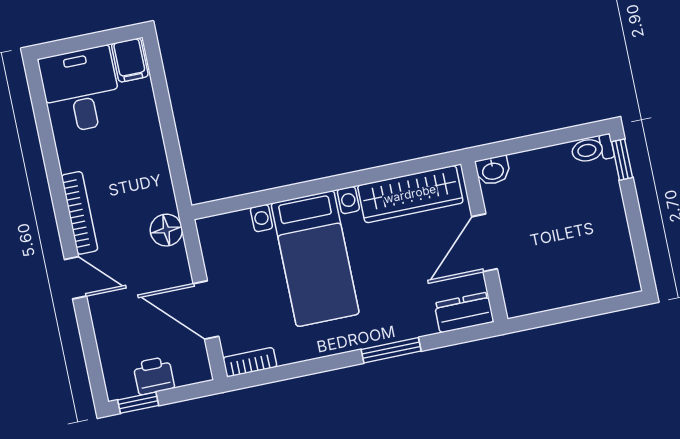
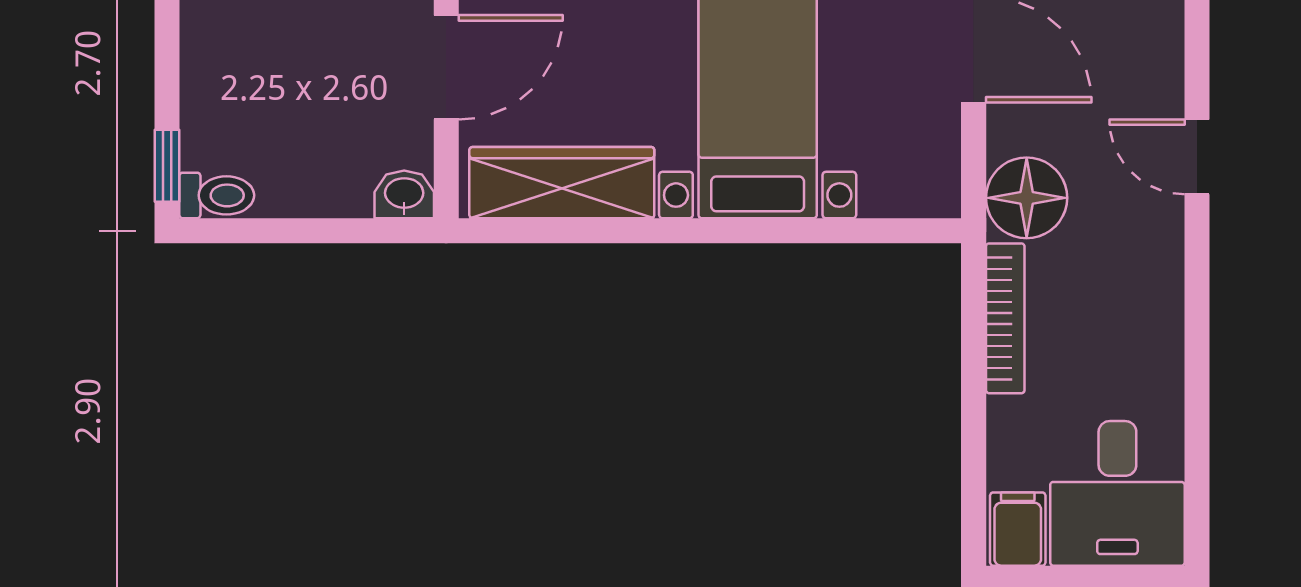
bookcase: (80, 213) -> (1005, 318), moved, turned 180
floor lamp: (166, 230) -> (1027, 198), width x1.38, depth x1.38

